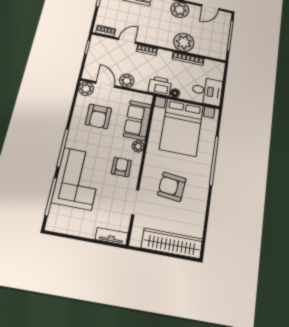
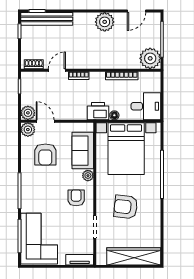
plant: (184, 42) -> (150, 58), moved
plant: (127, 81) -> (28, 113), moved
corner sofa: (78, 179) -> (39, 239), moved

